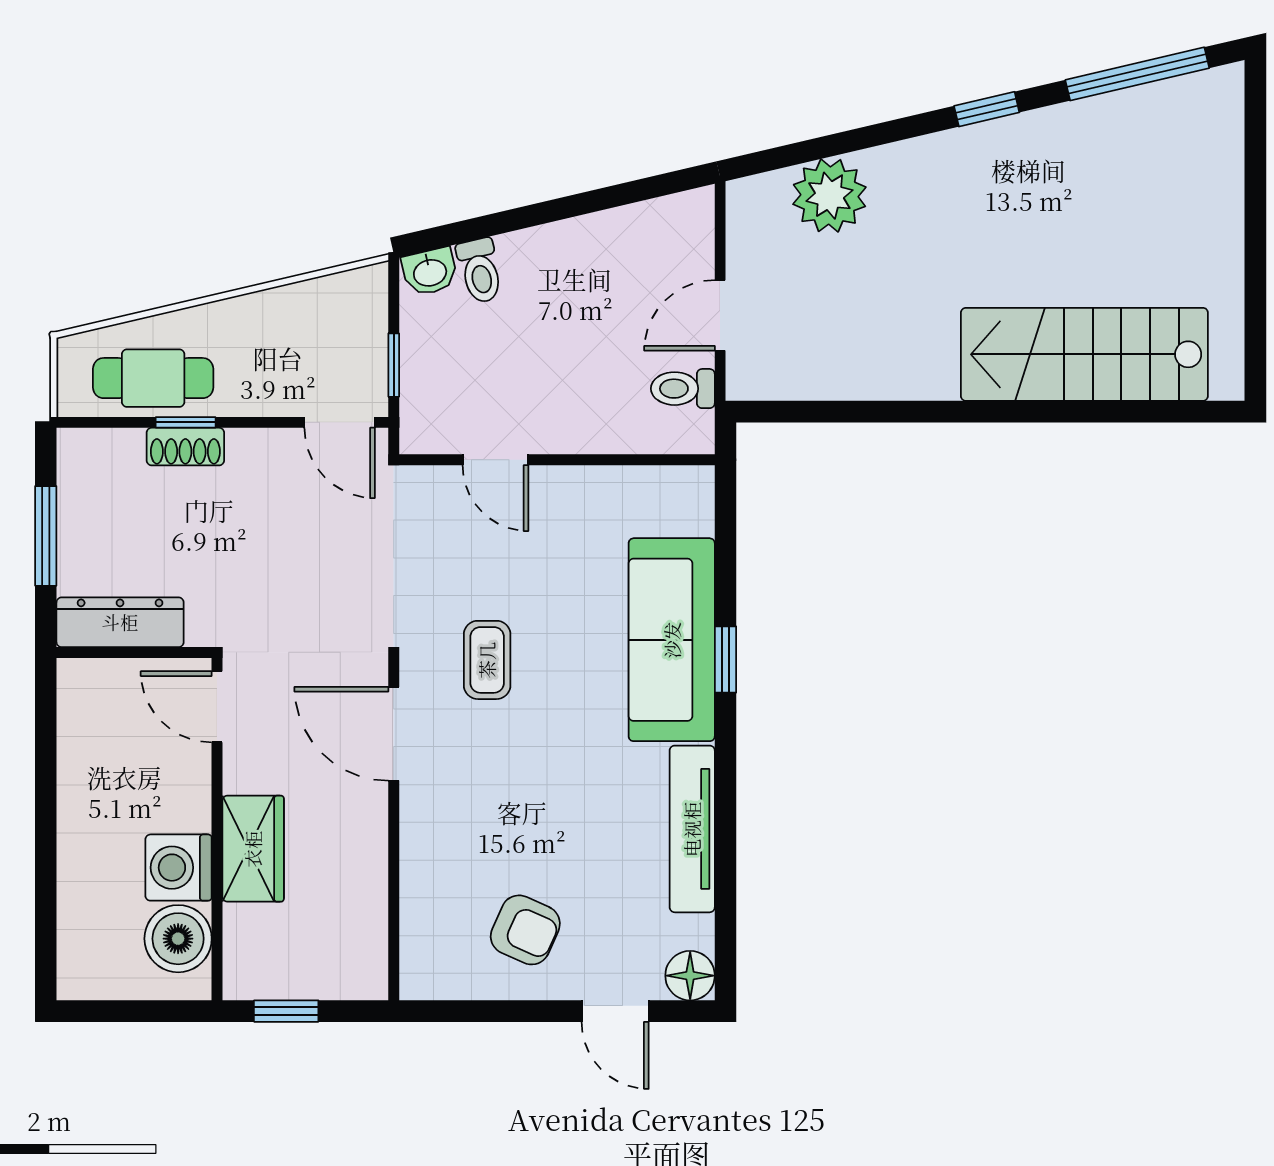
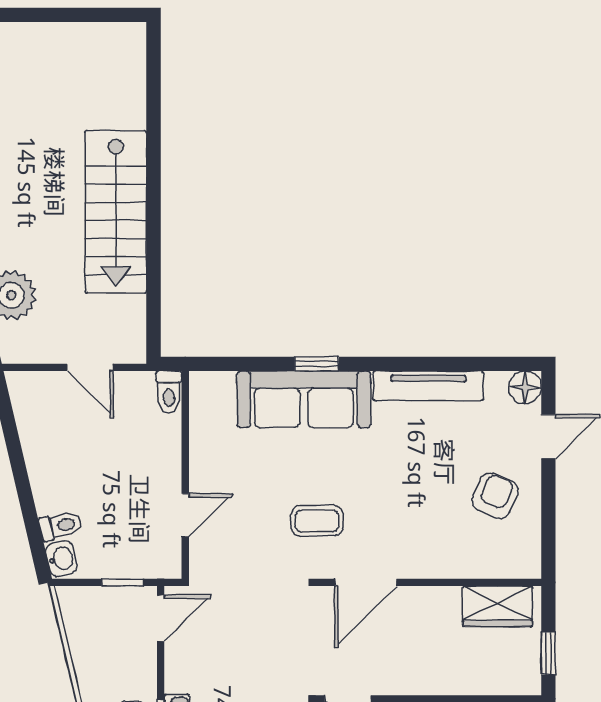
stairs: (1084, 354) -> (116, 212), moved
toilet: (683, 389) -> (169, 392), moved
wardrobe: (253, 849) -> (497, 606), moved, turned 180

